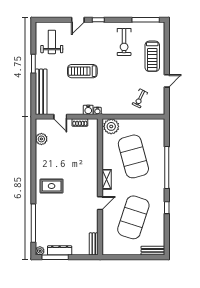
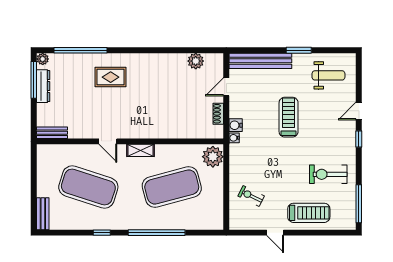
door: (78, 20) -> (359, 111), hinge flipped
treadmill: (152, 56) -> (309, 213), turned 180
rug: (52, 186) -> (111, 77), moved, turned 90

